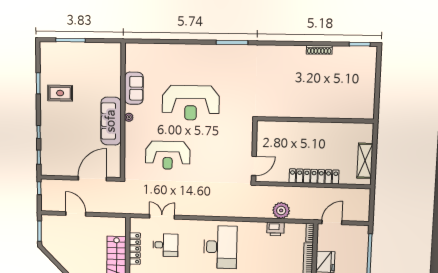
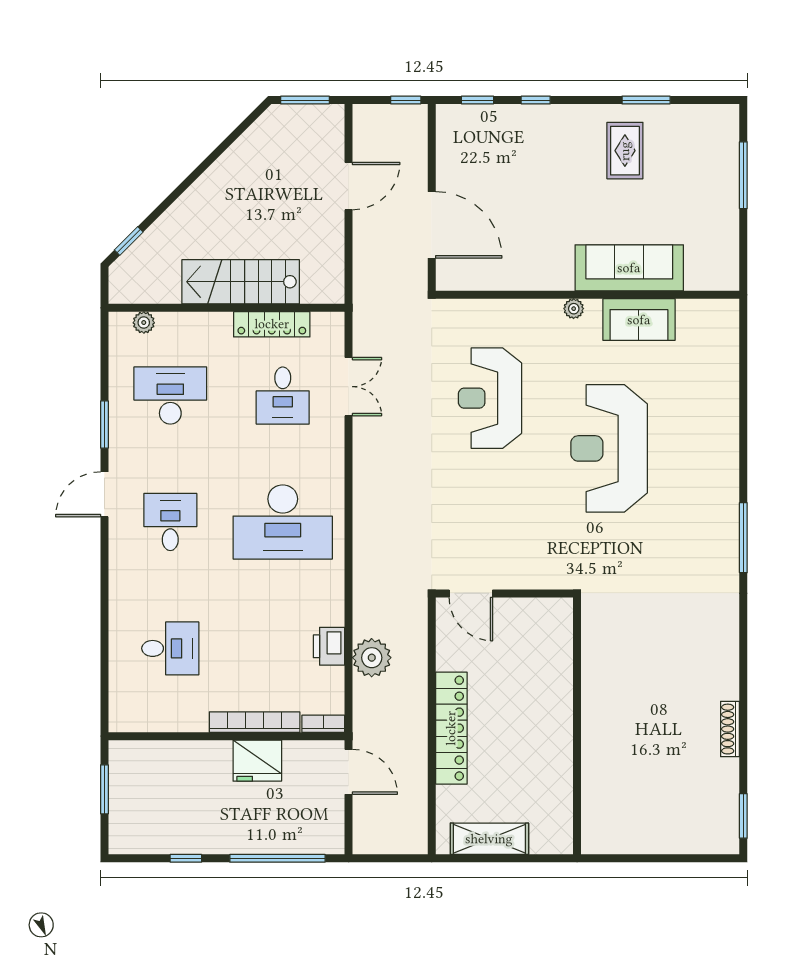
sofa: (111, 121) -> (629, 268), moved

